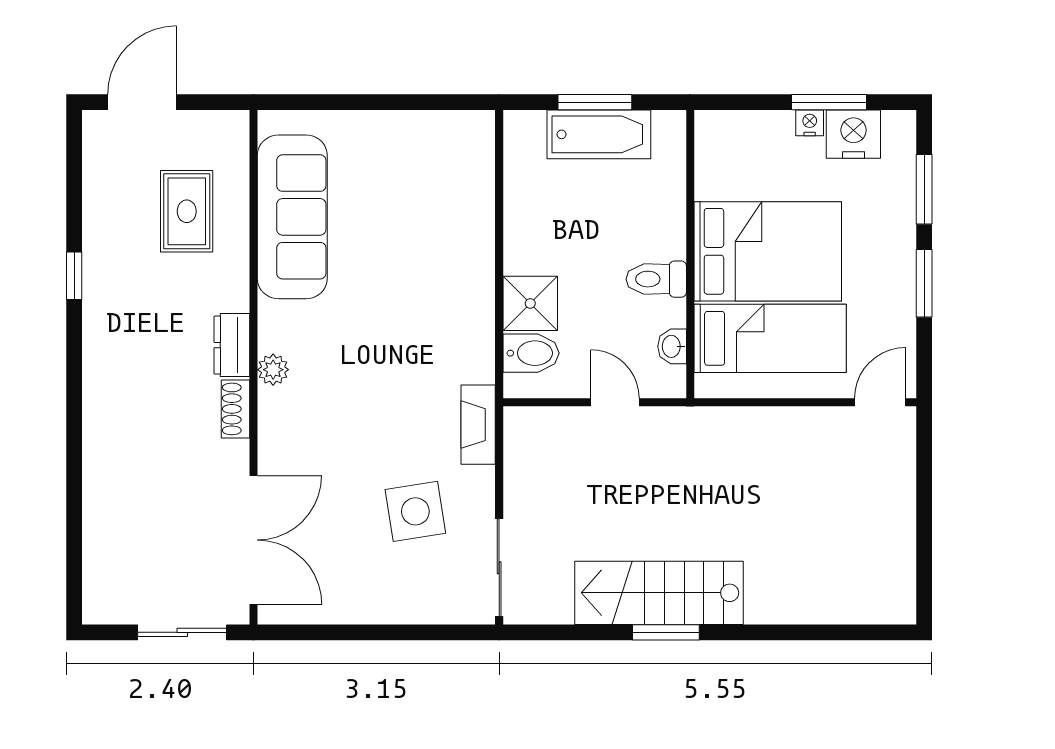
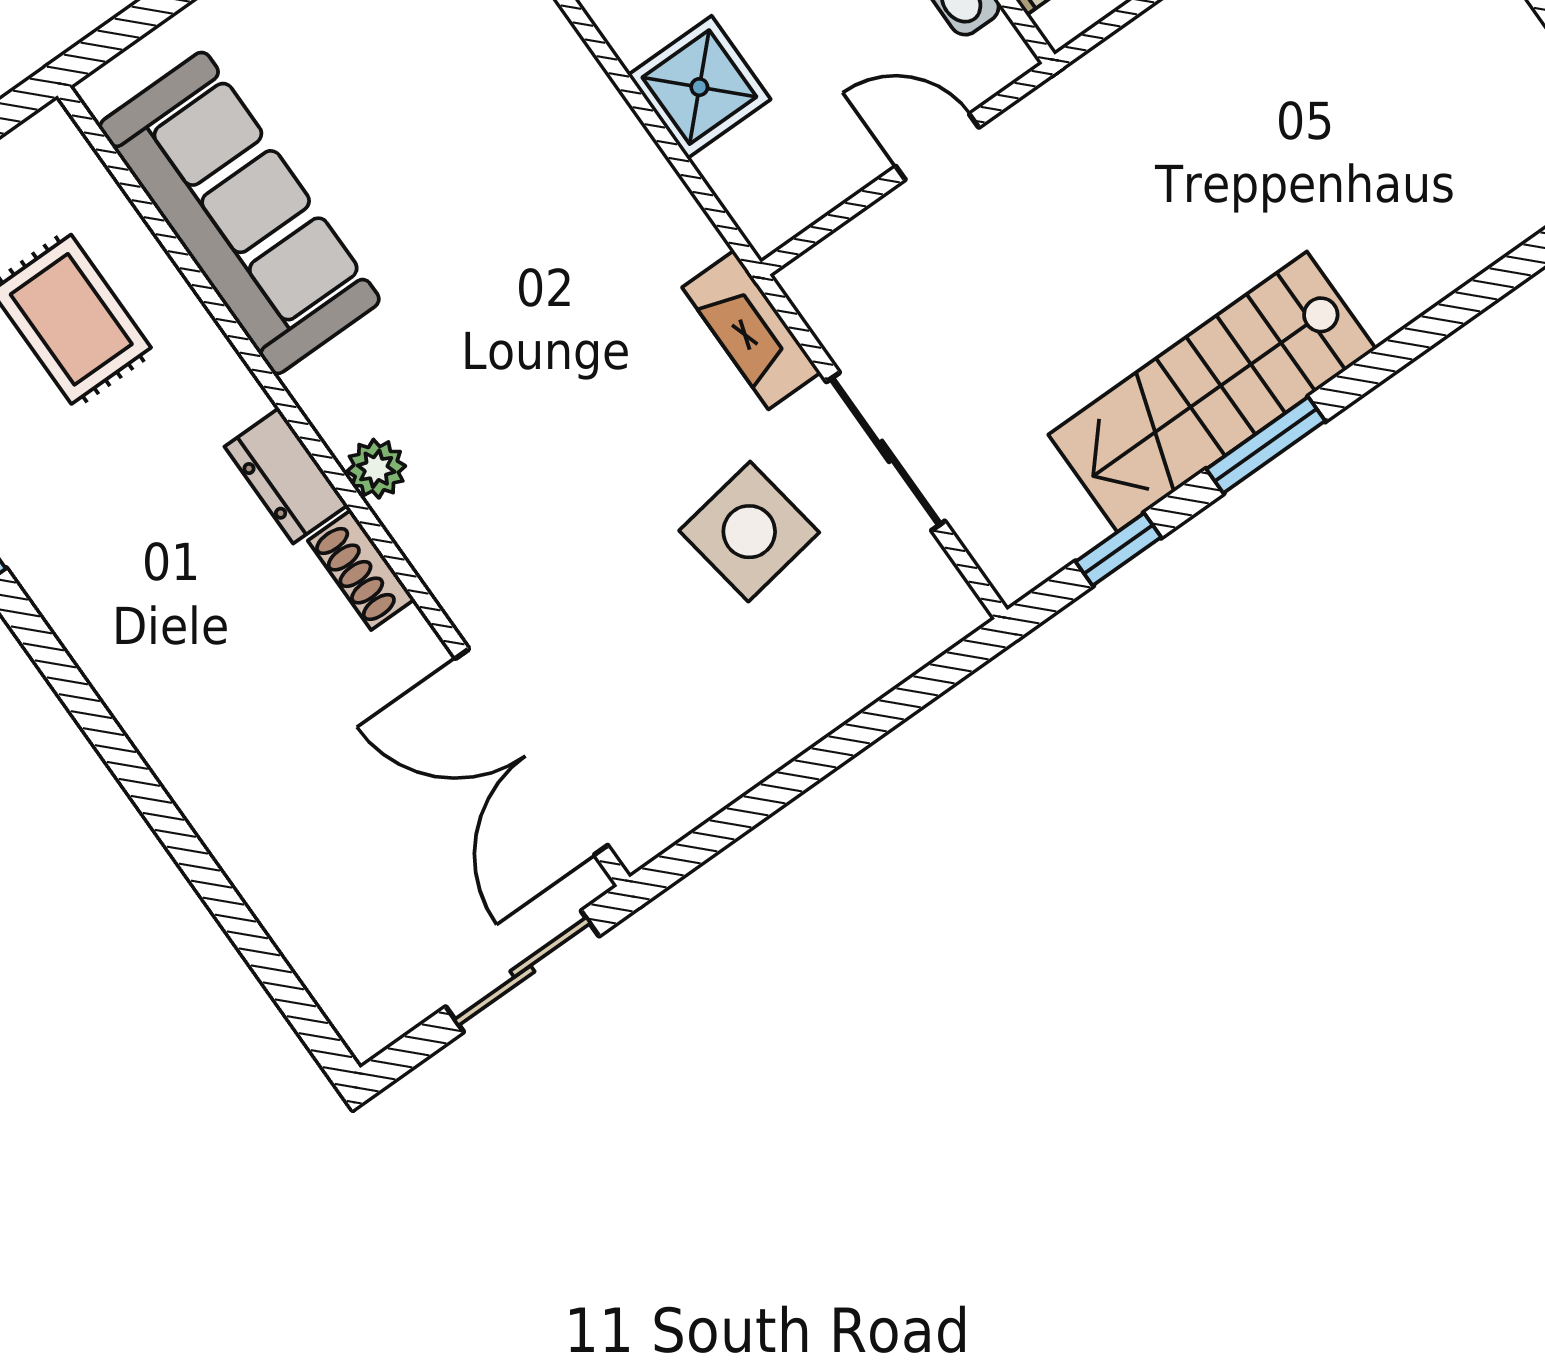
bidet: (531, 353) -> (755, 163), removed
double door: (253, 540) -> (531, 752), swing flipped
sliding door: (499, 568) -> (886, 451), moved
window: (570, 632) -> (1118, 549), added

